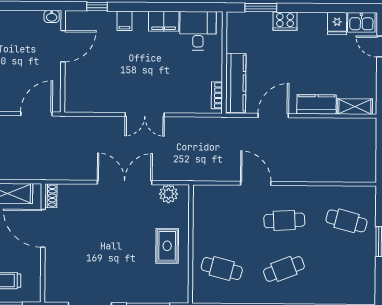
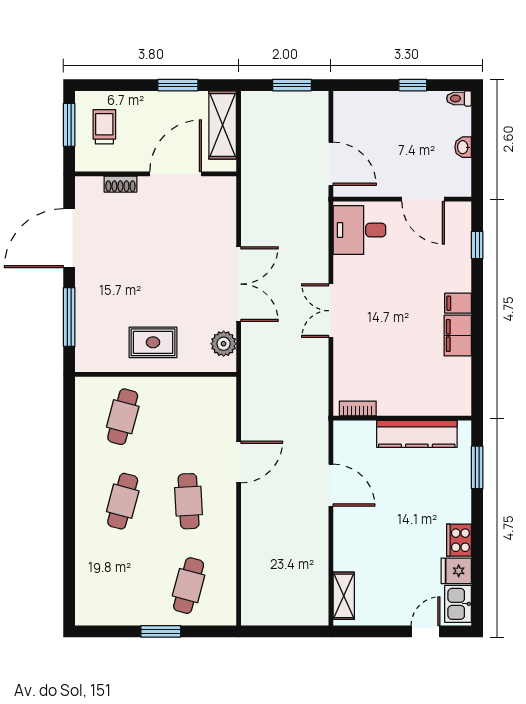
washbasin: (52, 16) -> (463, 147), moved
filing cabinet: (124, 21) -> (458, 303), moved
cooker: (285, 21) -> (459, 540), moved
desk: (198, 31) -> (359, 230), moved, turned 180
kitchen counter: (236, 83) -> (417, 434), moved
kitchen counter: (317, 104) -> (346, 544), removed
shoe rack: (51, 196) -> (120, 184), moved
cafe table: (284, 269) -> (123, 501), turned 36

